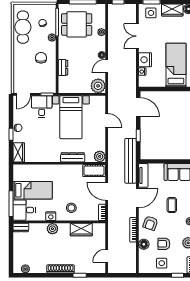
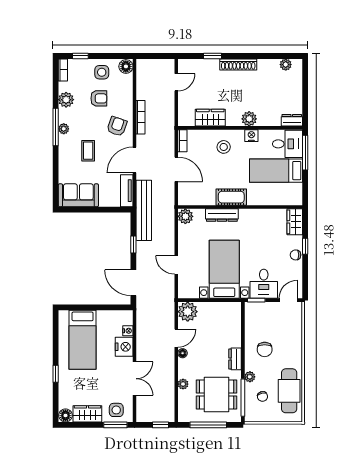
dresser: (63, 68) -> (235, 359), moved
cot: (94, 171) -> (231, 197), moved
floor lamp: (144, 244) -> (126, 66), moved

